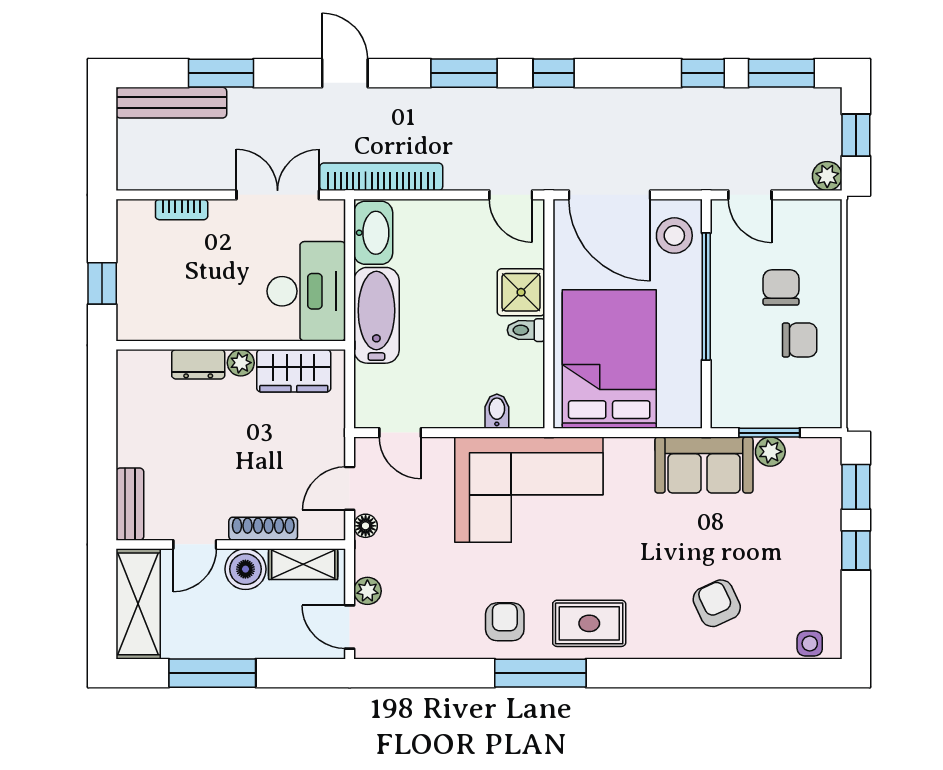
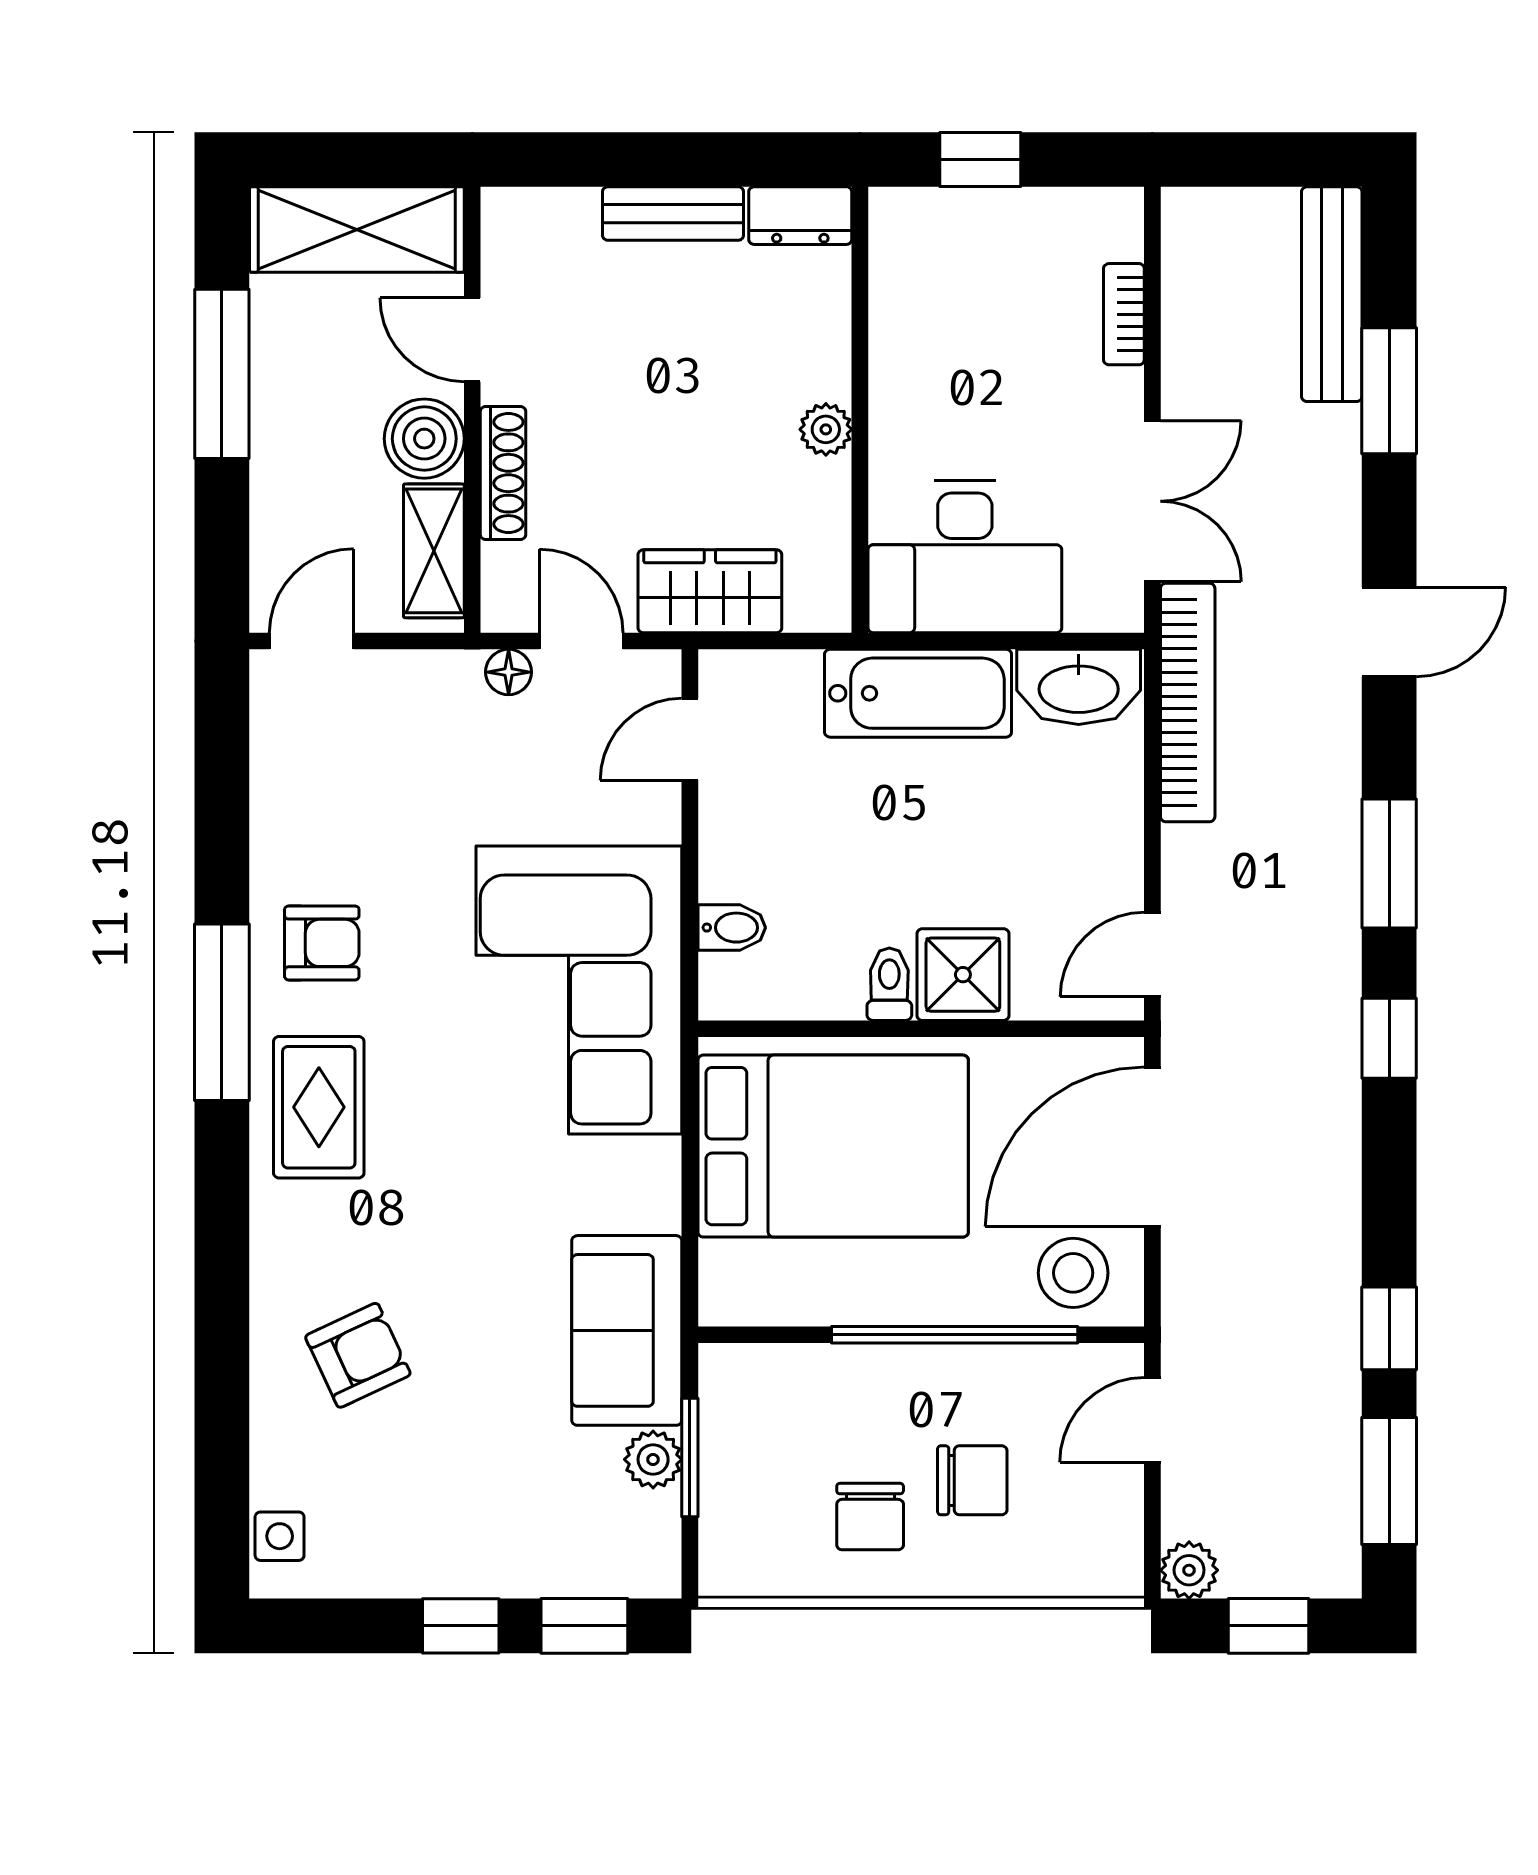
dresser: (198, 364) -> (800, 216), moved, turned -90
wardrobe: (294, 371) -> (710, 591), moved, turned 90
bench: (130, 504) -> (673, 214), moved
plant: (367, 591) -> (382, 676), removed

